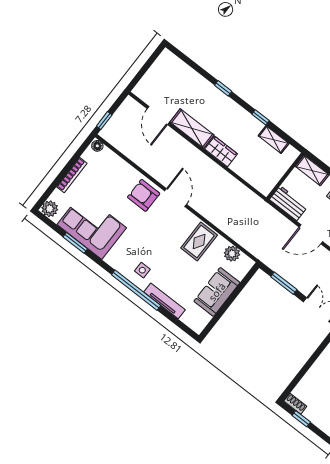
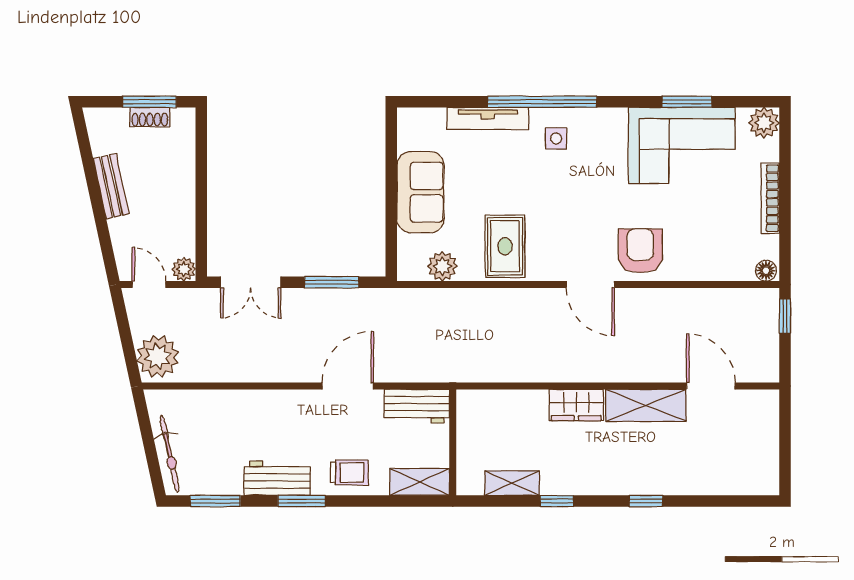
armchair: (144, 195) -> (640, 251), turned -90
shoe rack: (295, 404) -> (150, 117), moved
window: (301, 419) -> (149, 102), width x1.50

